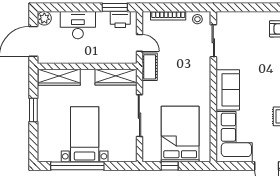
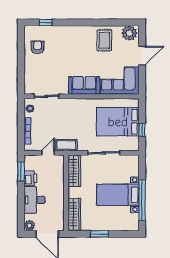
printer: (120, 19) -> (30, 178), moved

